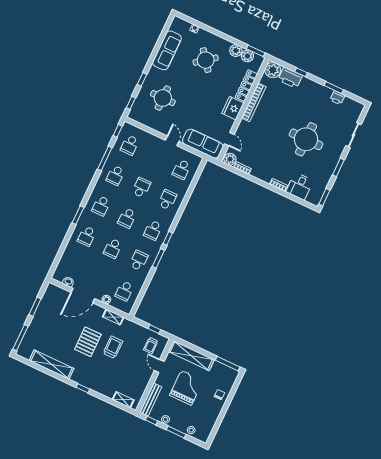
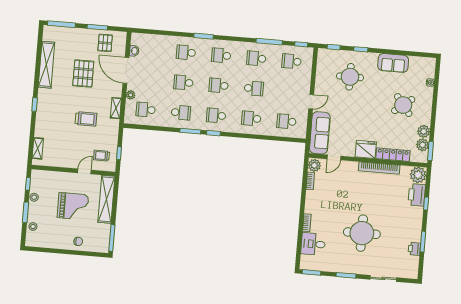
sofa: (167, 50) -> (393, 63), width x0.73
school desk: (167, 200) -> (251, 118), turned 180
pallet: (52, 305) -> (105, 43), added
pallet: (88, 342) -> (83, 74), moved, turned 90
bench: (151, 400) -> (48, 175), removed

